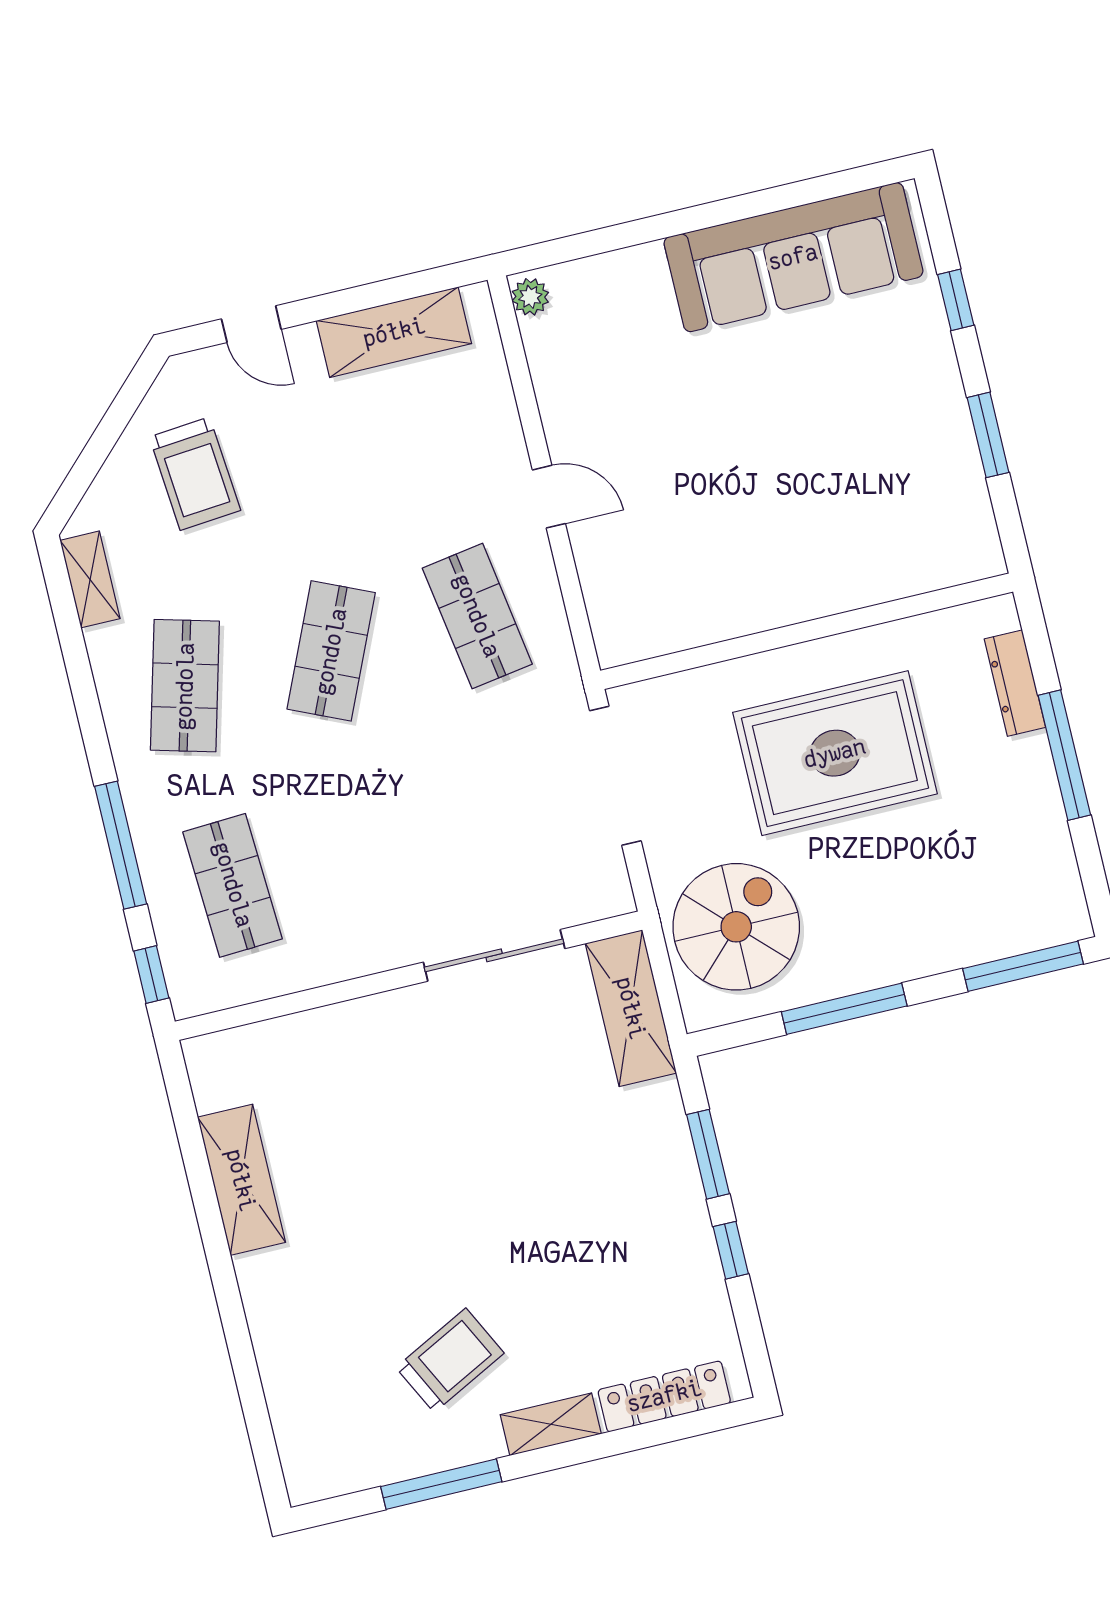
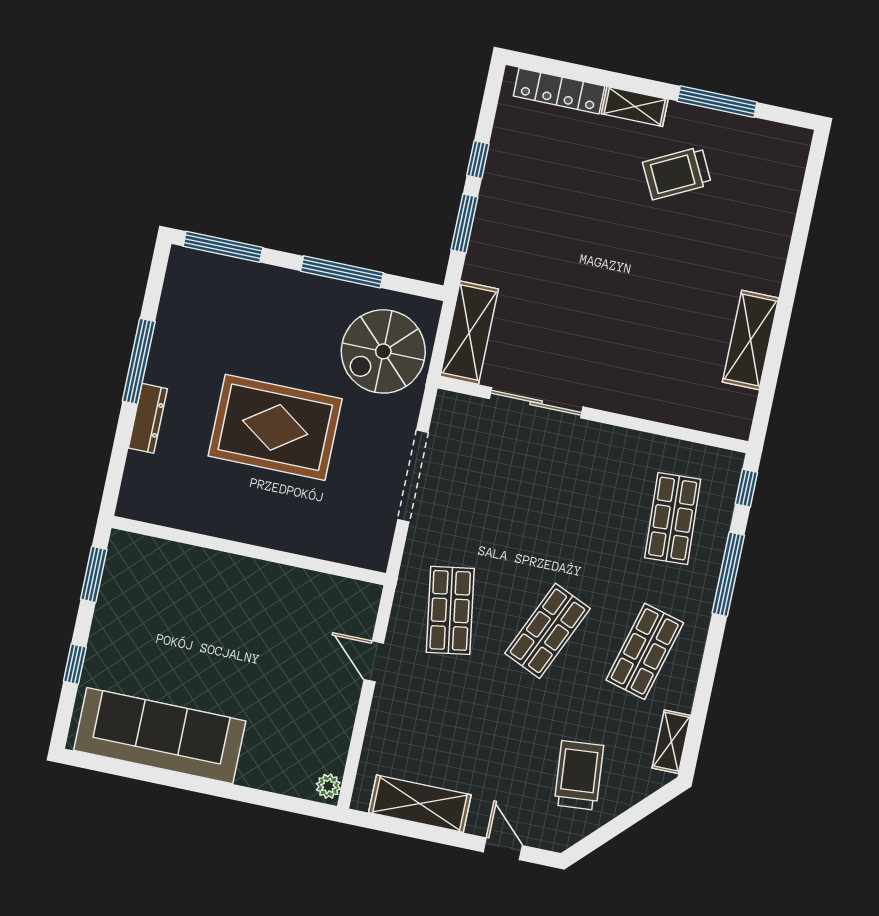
wall: (807, 631) -> (249, 551), moved

